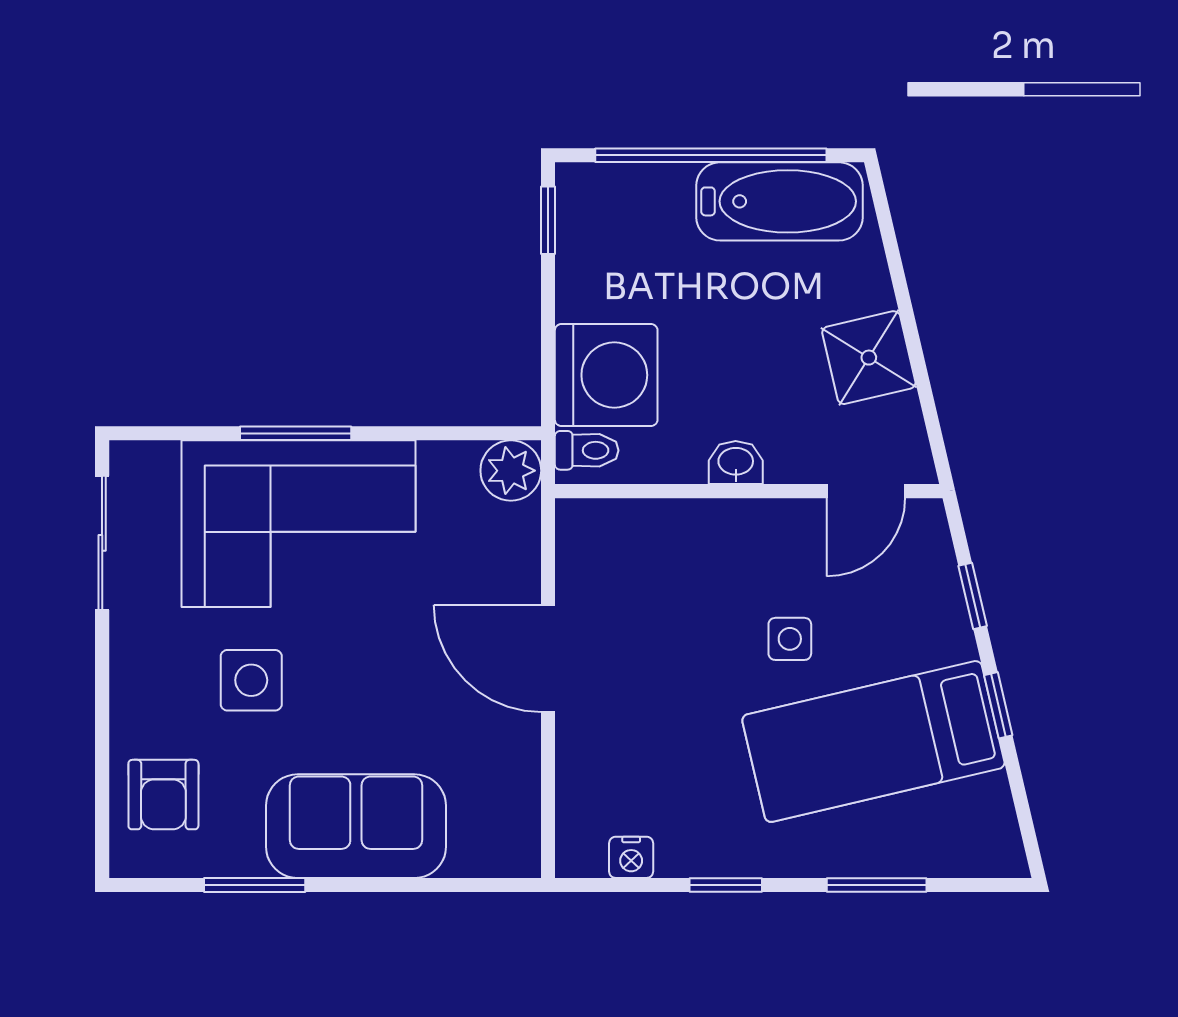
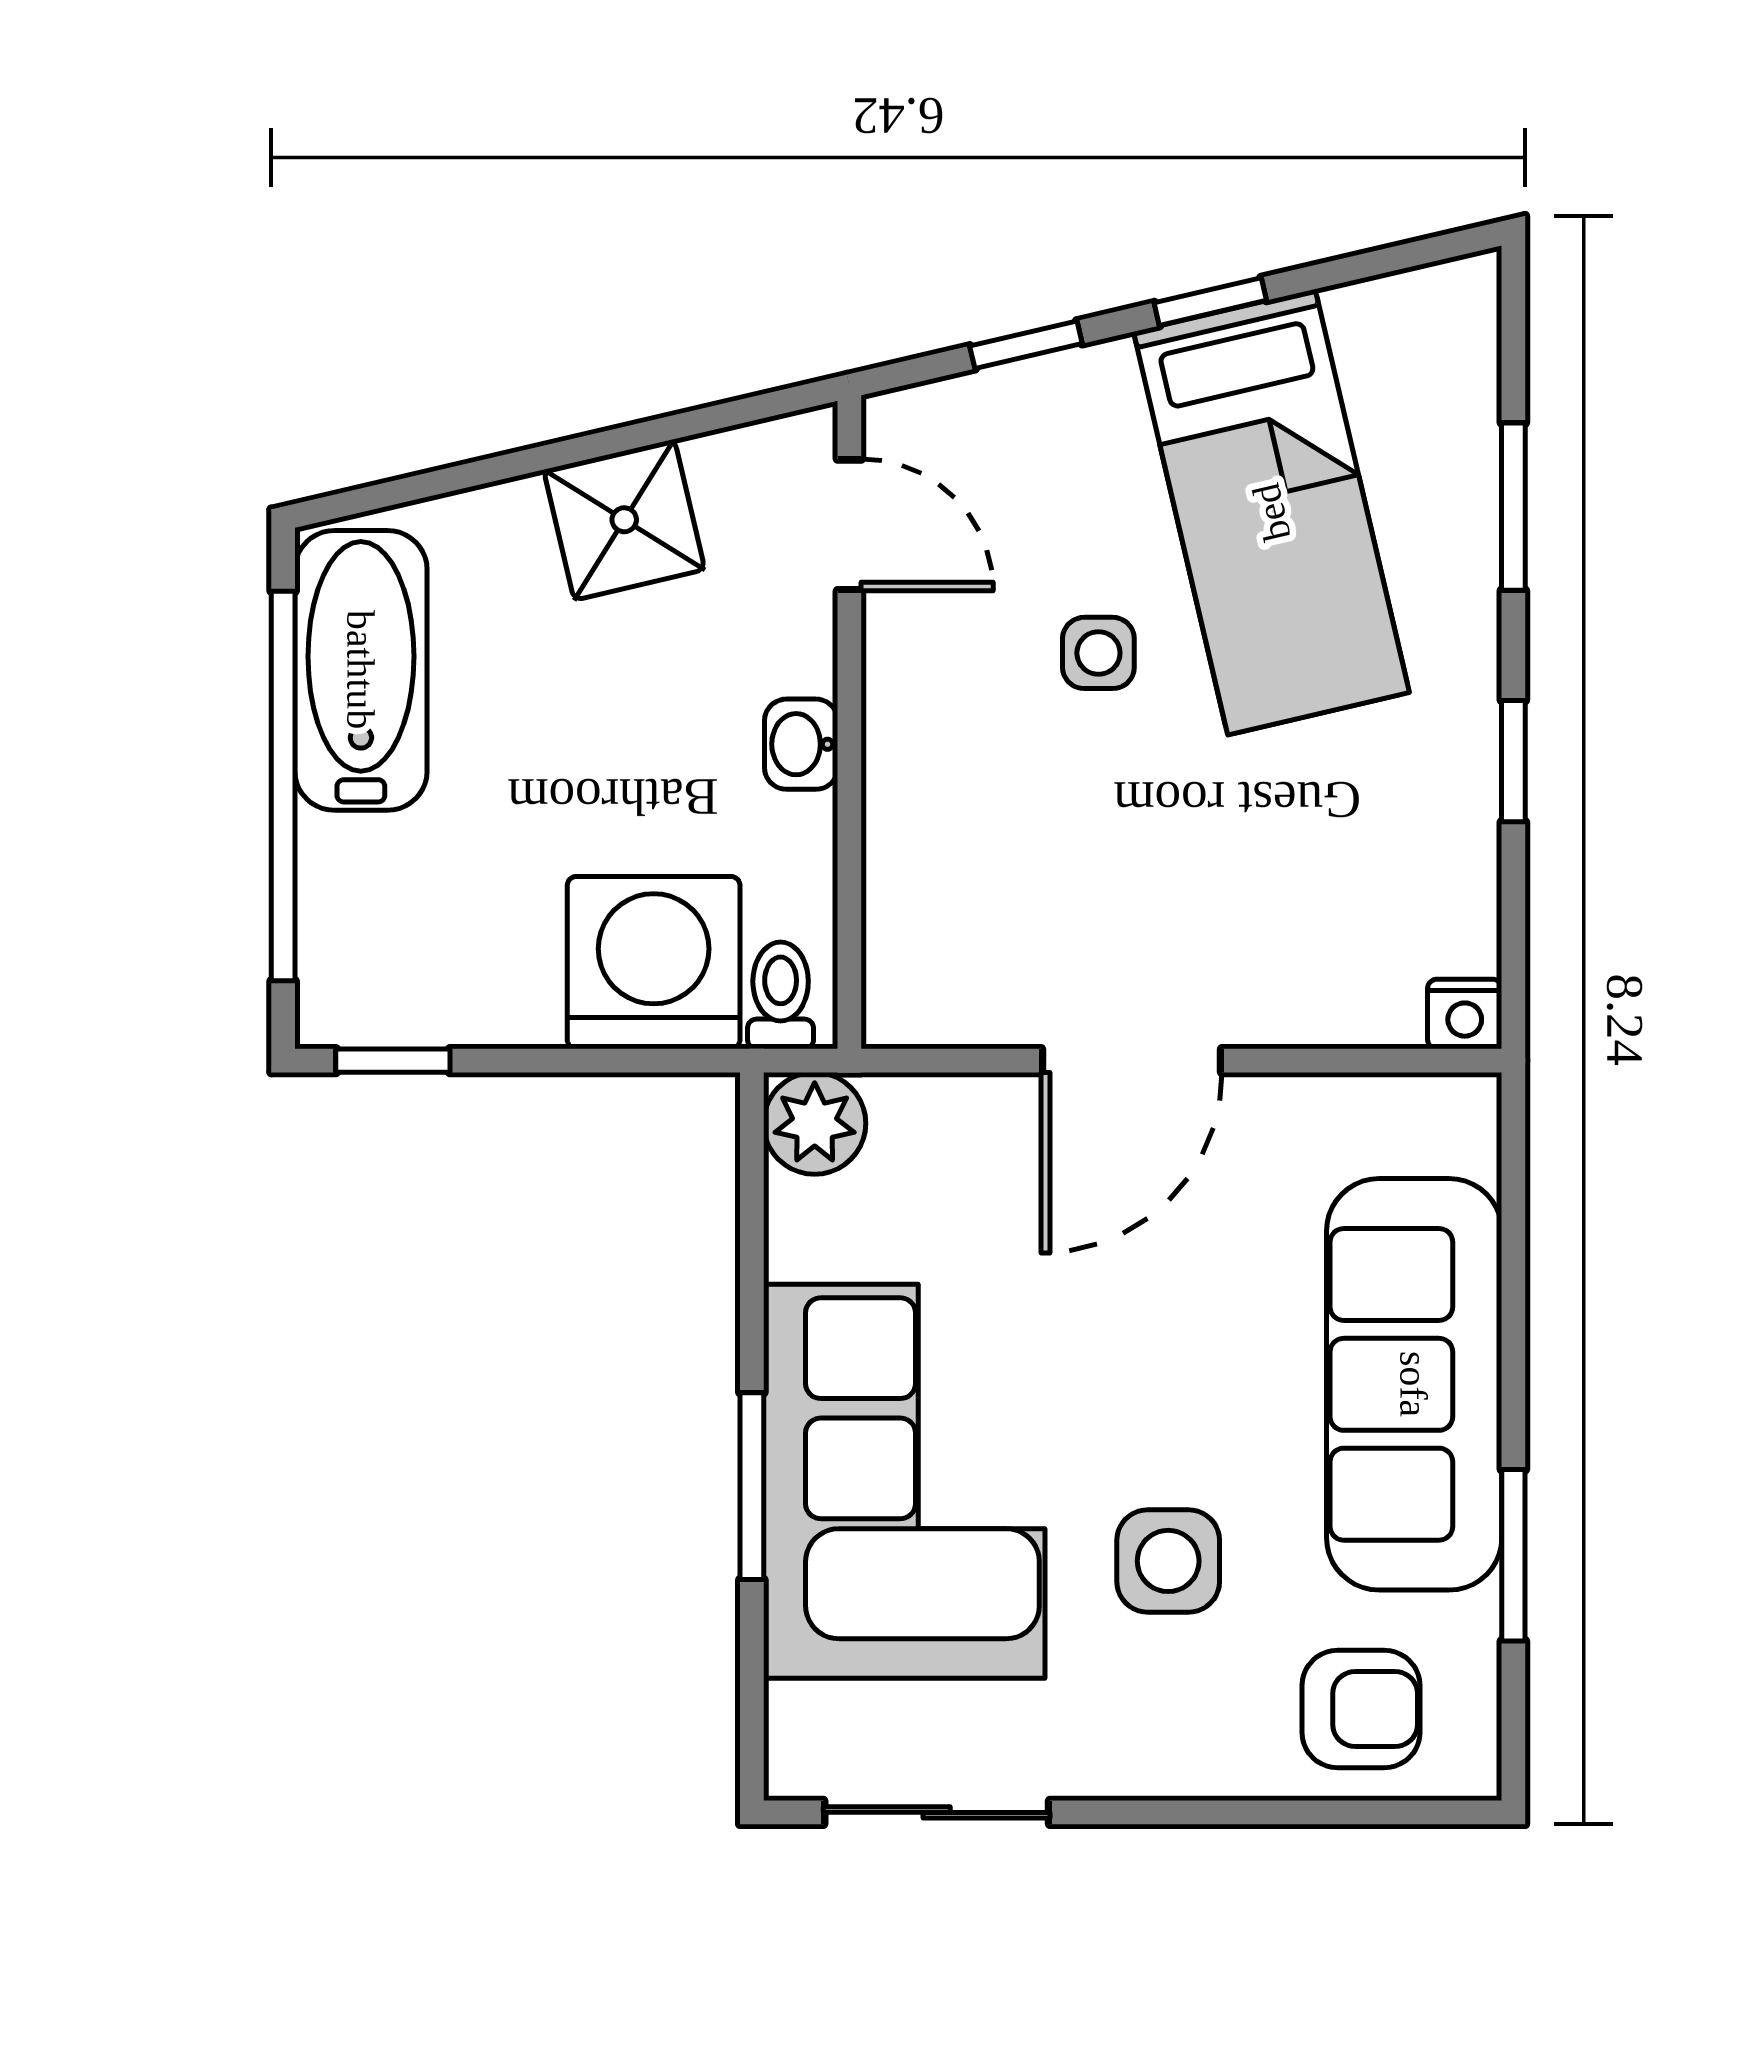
sofa: (356, 826) -> (1414, 1384), width x1.36
nightstand: (631, 857) -> (1465, 1014), moved, turned 90

